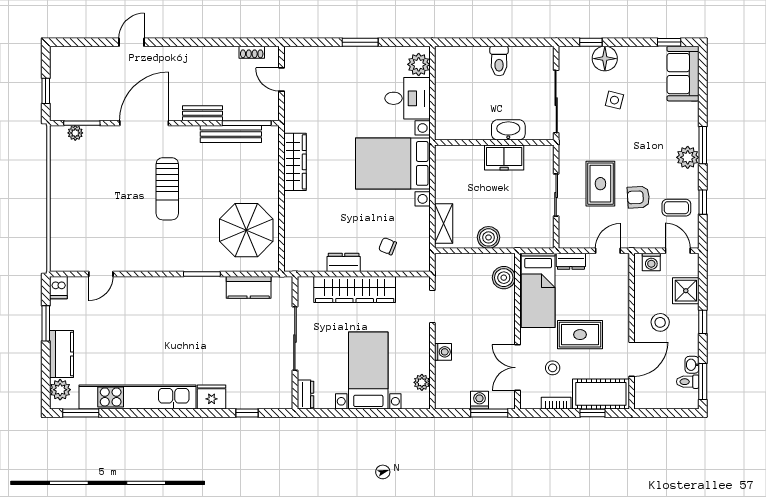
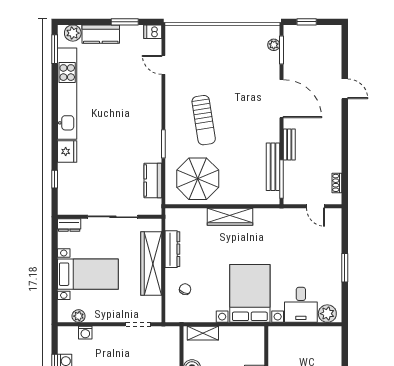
door: (281, 79) -> (316, 206), swing flipped
wardrobe: (295, 162) -> (230, 217), moved
sun lounger: (167, 189) -> (204, 120), moved, turned -99
dresser: (344, 262) -> (172, 249), width x1.44
washing machine: (443, 352) -> (85, 333), moved

